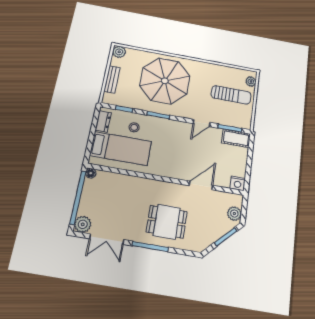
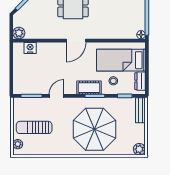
bench: (112, 79) -> (140, 110), moved
cot: (236, 138) -> (89, 88), moved
nightstand: (238, 183) -> (30, 48), moved
door: (201, 185) -> (76, 41), moved
plant: (234, 214) -> (19, 33), moved

